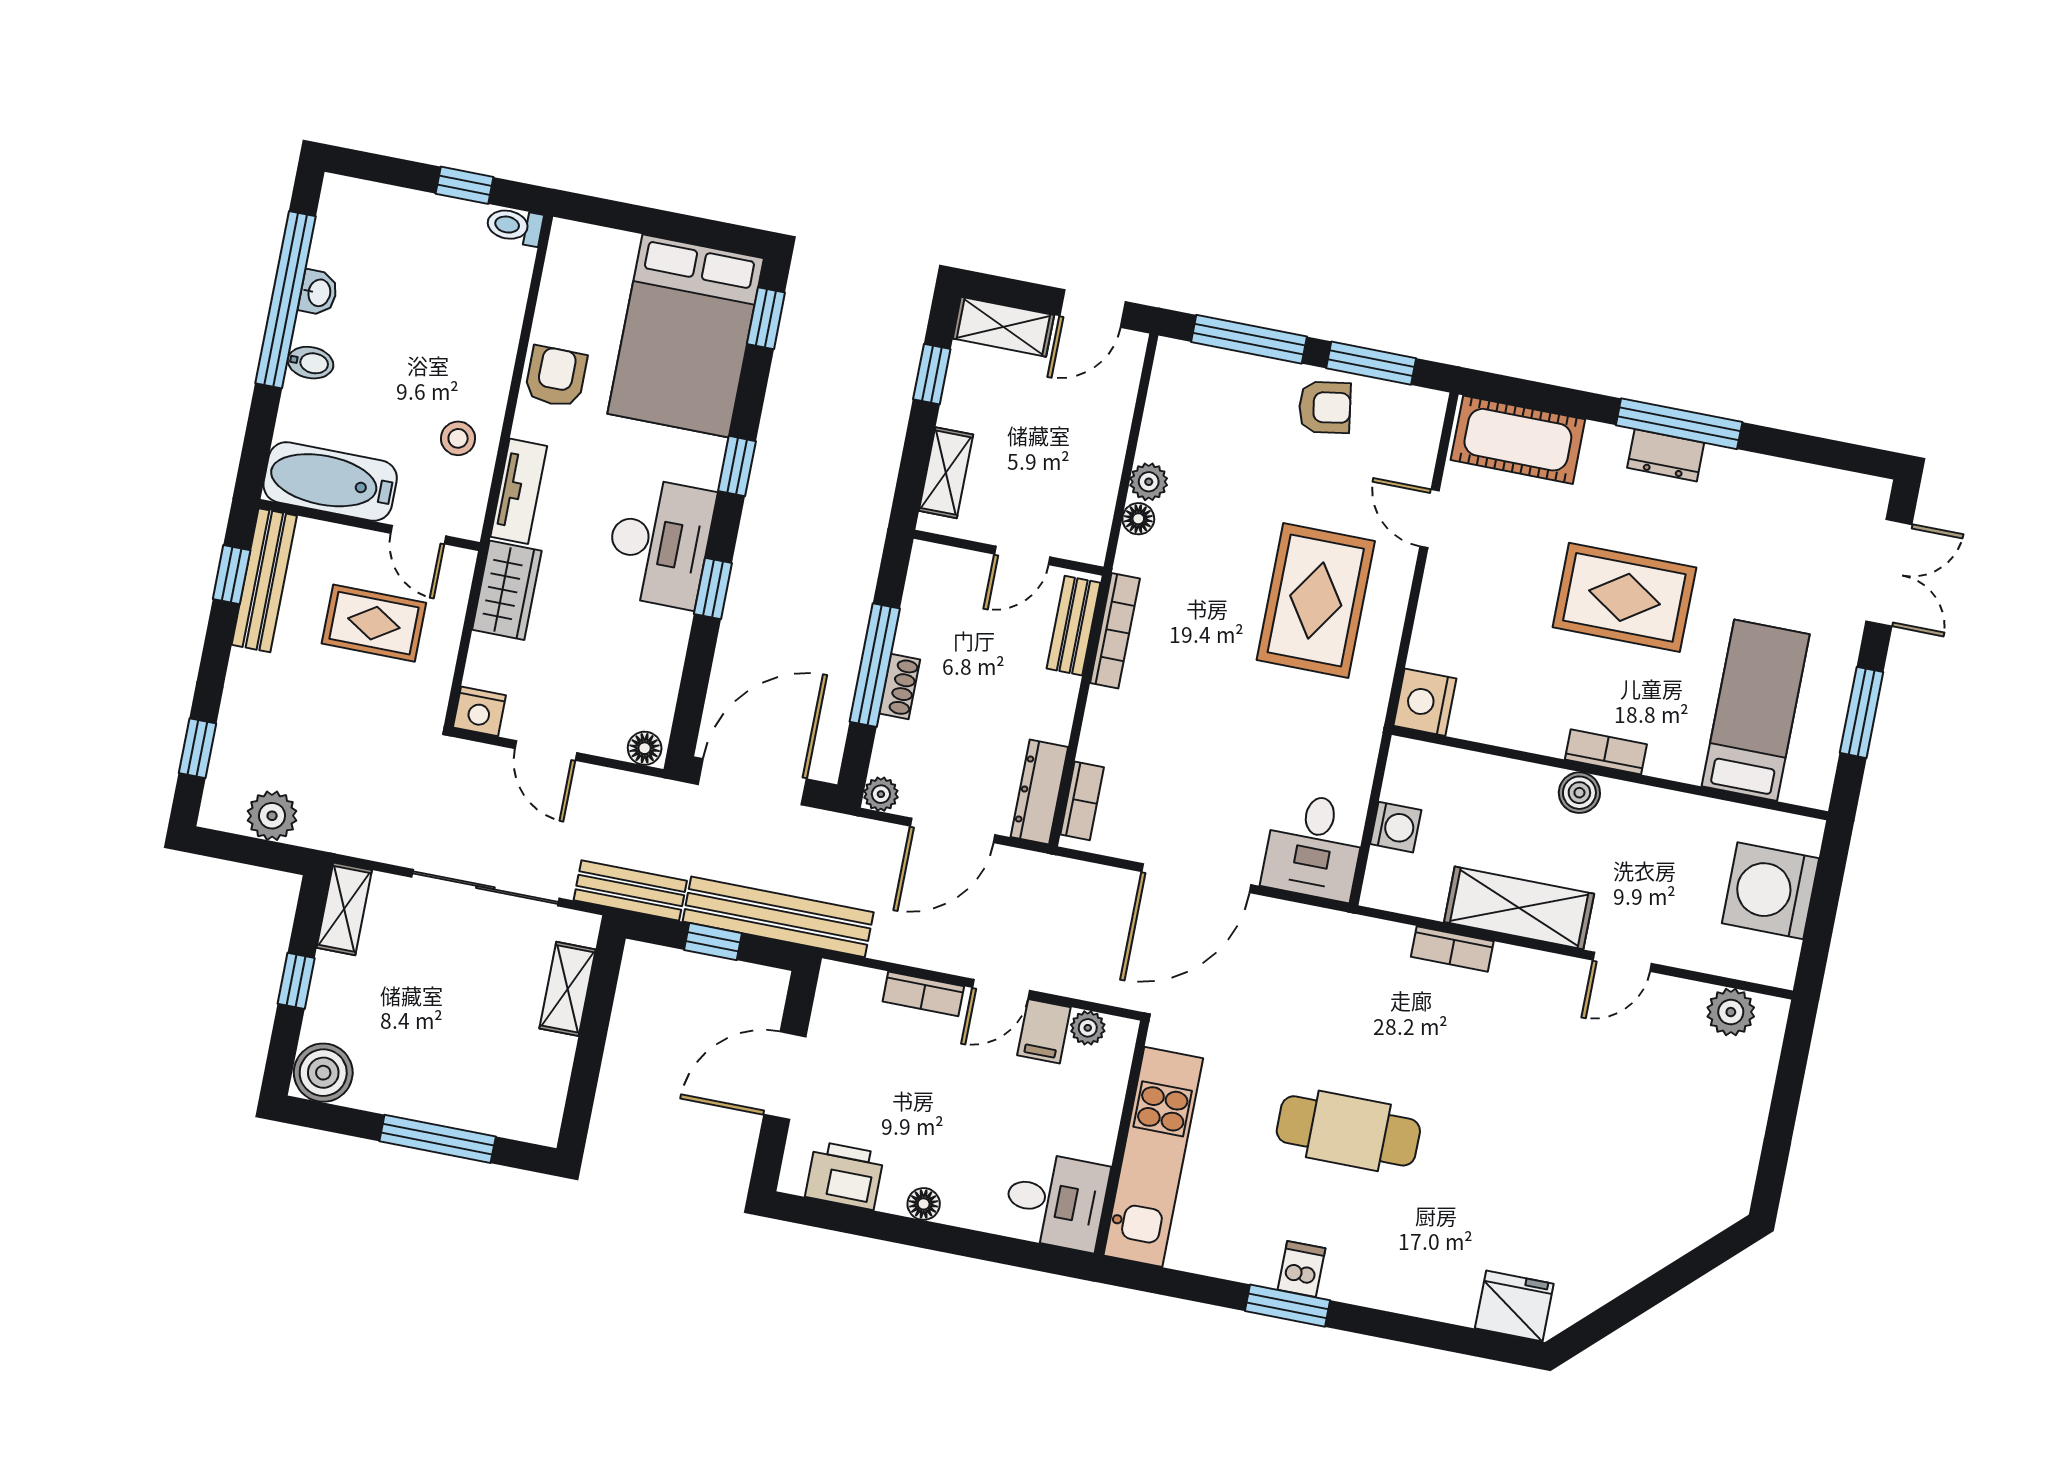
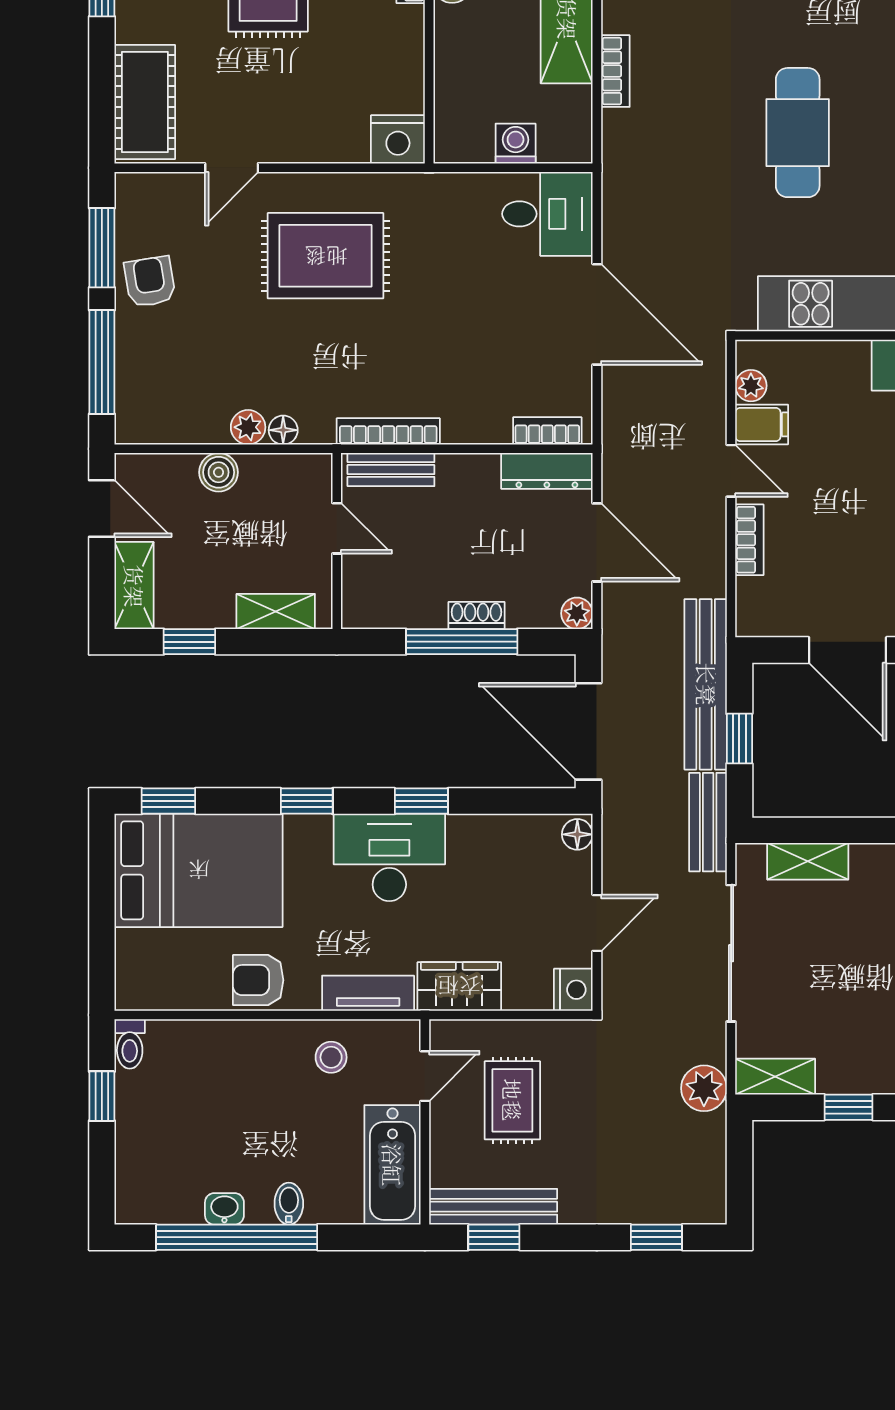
boiler: (1107, 441) -> (219, 472), added
plant: (272, 816) -> (704, 1088), moved

